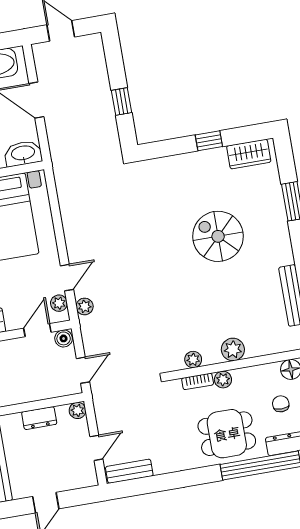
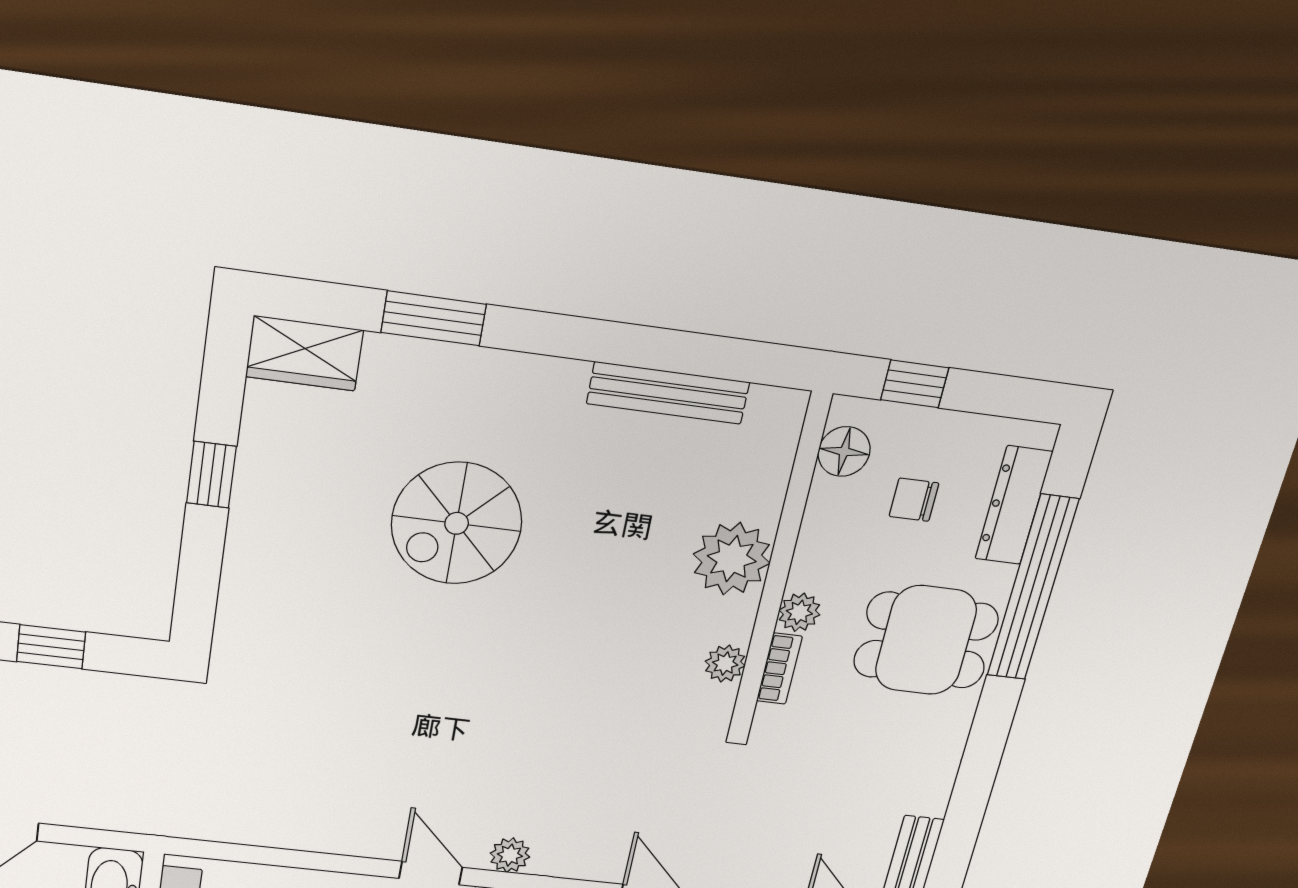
wardrobe: (249, 154) -> (304, 353), moved, turned 90
plant: (233, 349) -> (732, 559), width x1.36, depth x1.36
dining table: (227, 434) -> (926, 640), turned 90

